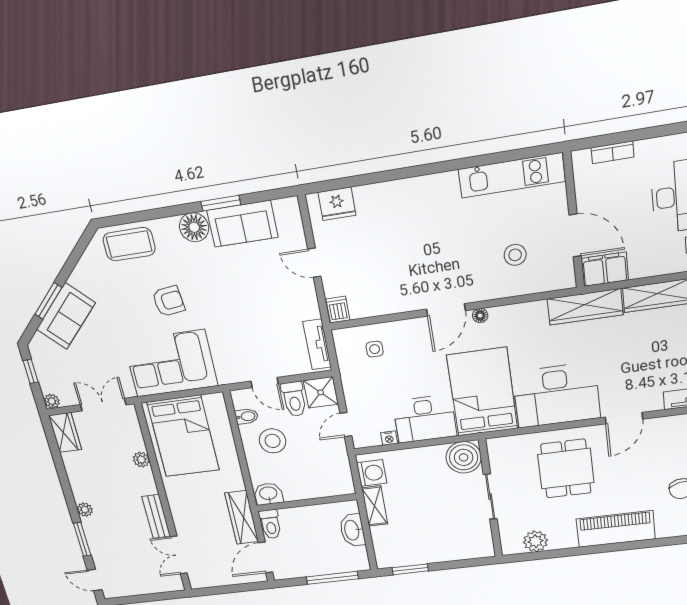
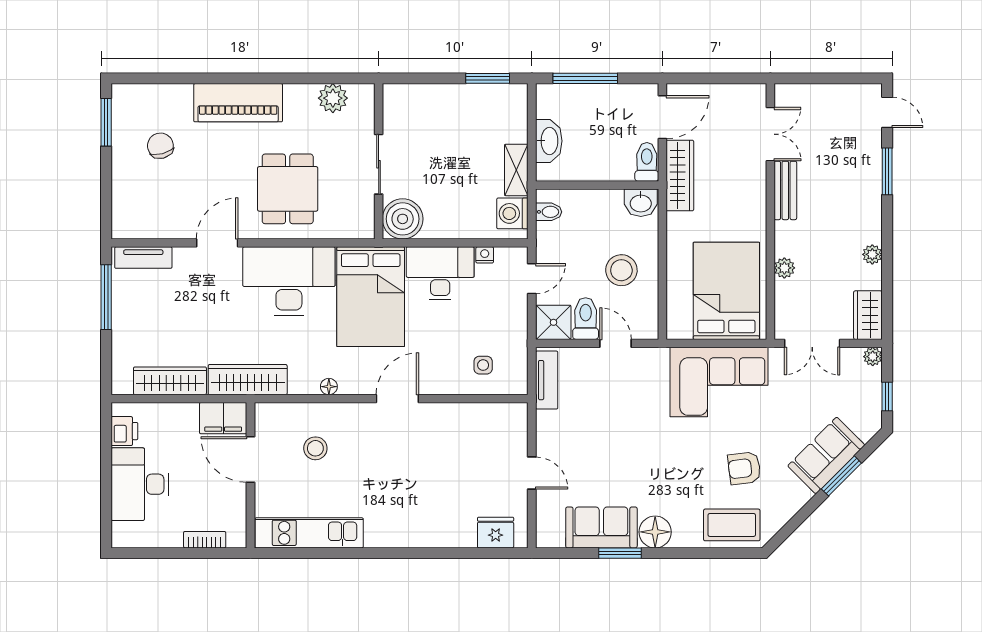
armchair: (169, 301) -> (744, 468), moved
dishwasher: (338, 310) -> (516, 417), removed
floor lamp: (480, 316) -> (329, 387), moved
bidet: (247, 416) -> (549, 212), moved, turned 180
plant: (85, 510) -> (872, 254), moved

